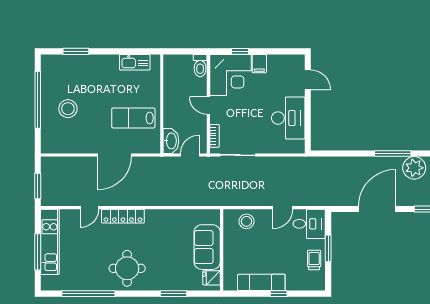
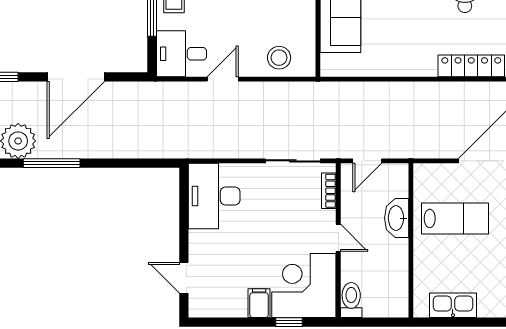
desk: (288, 118) -> (214, 196), moved
washbasin: (171, 141) -> (397, 218), moved

